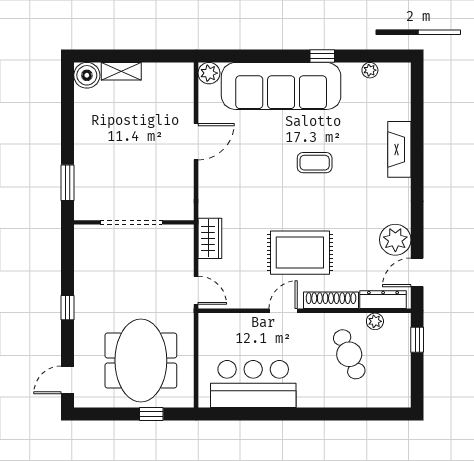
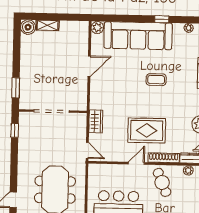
window: (68, 308) -> (15, 130), moved
cafe table: (349, 354) -> (162, 182), moved

